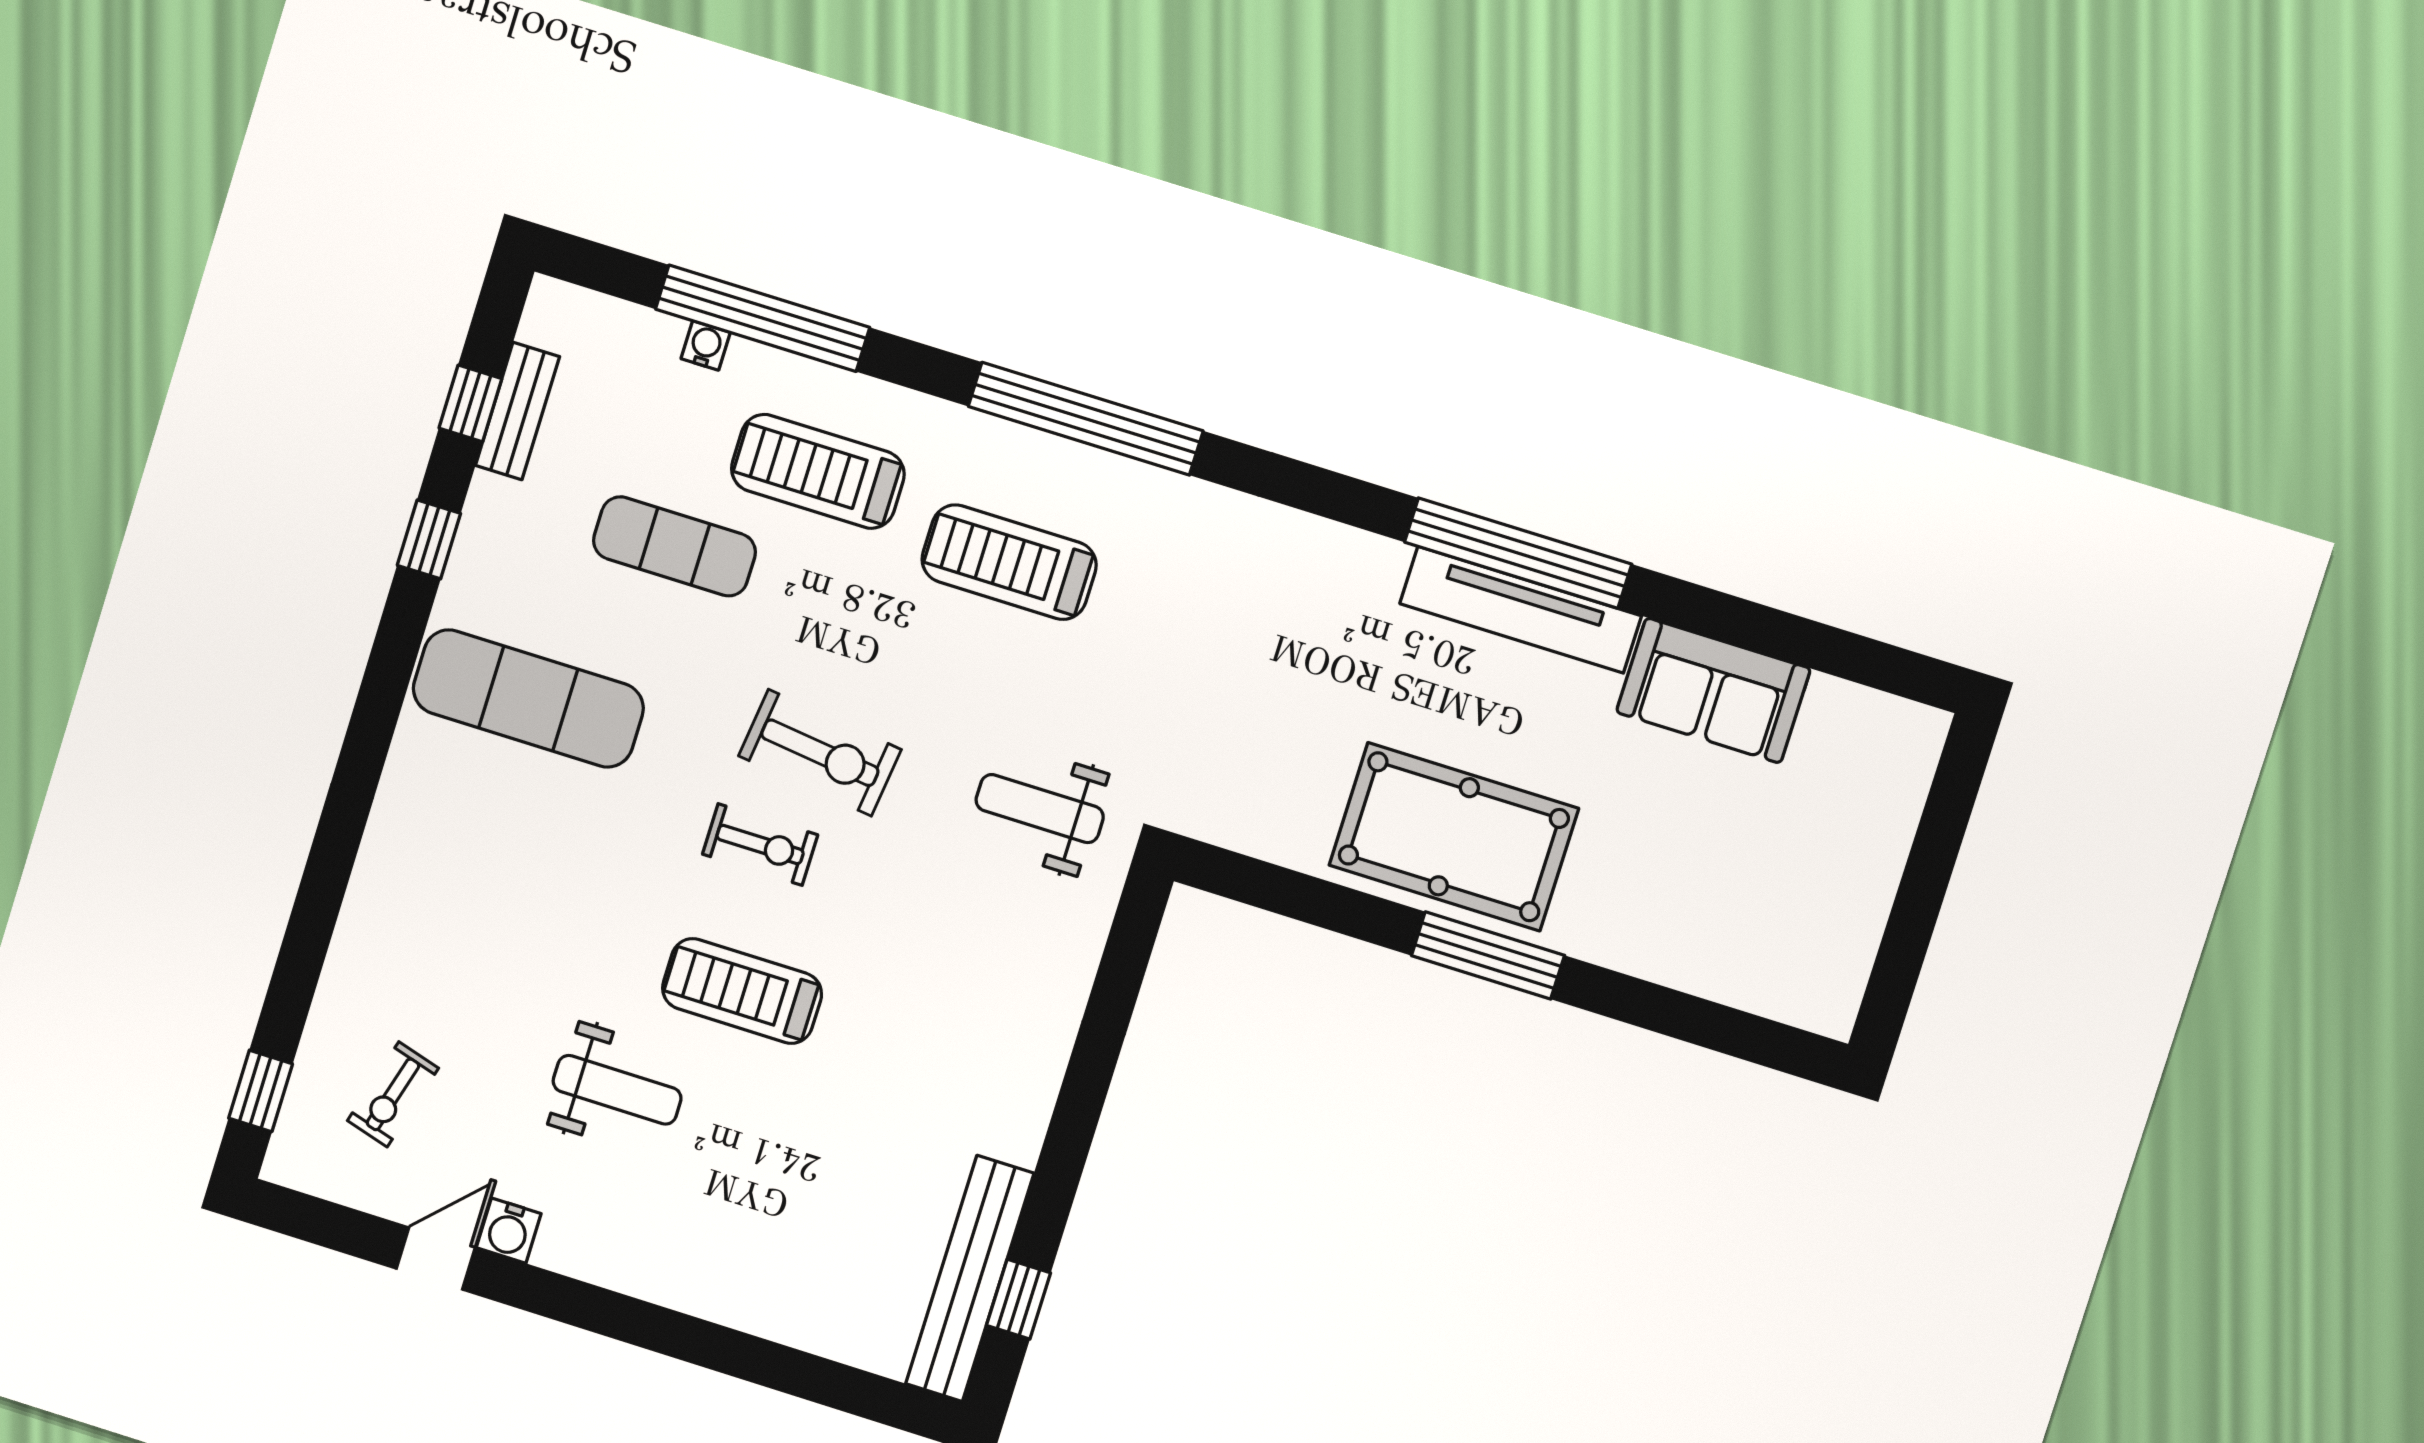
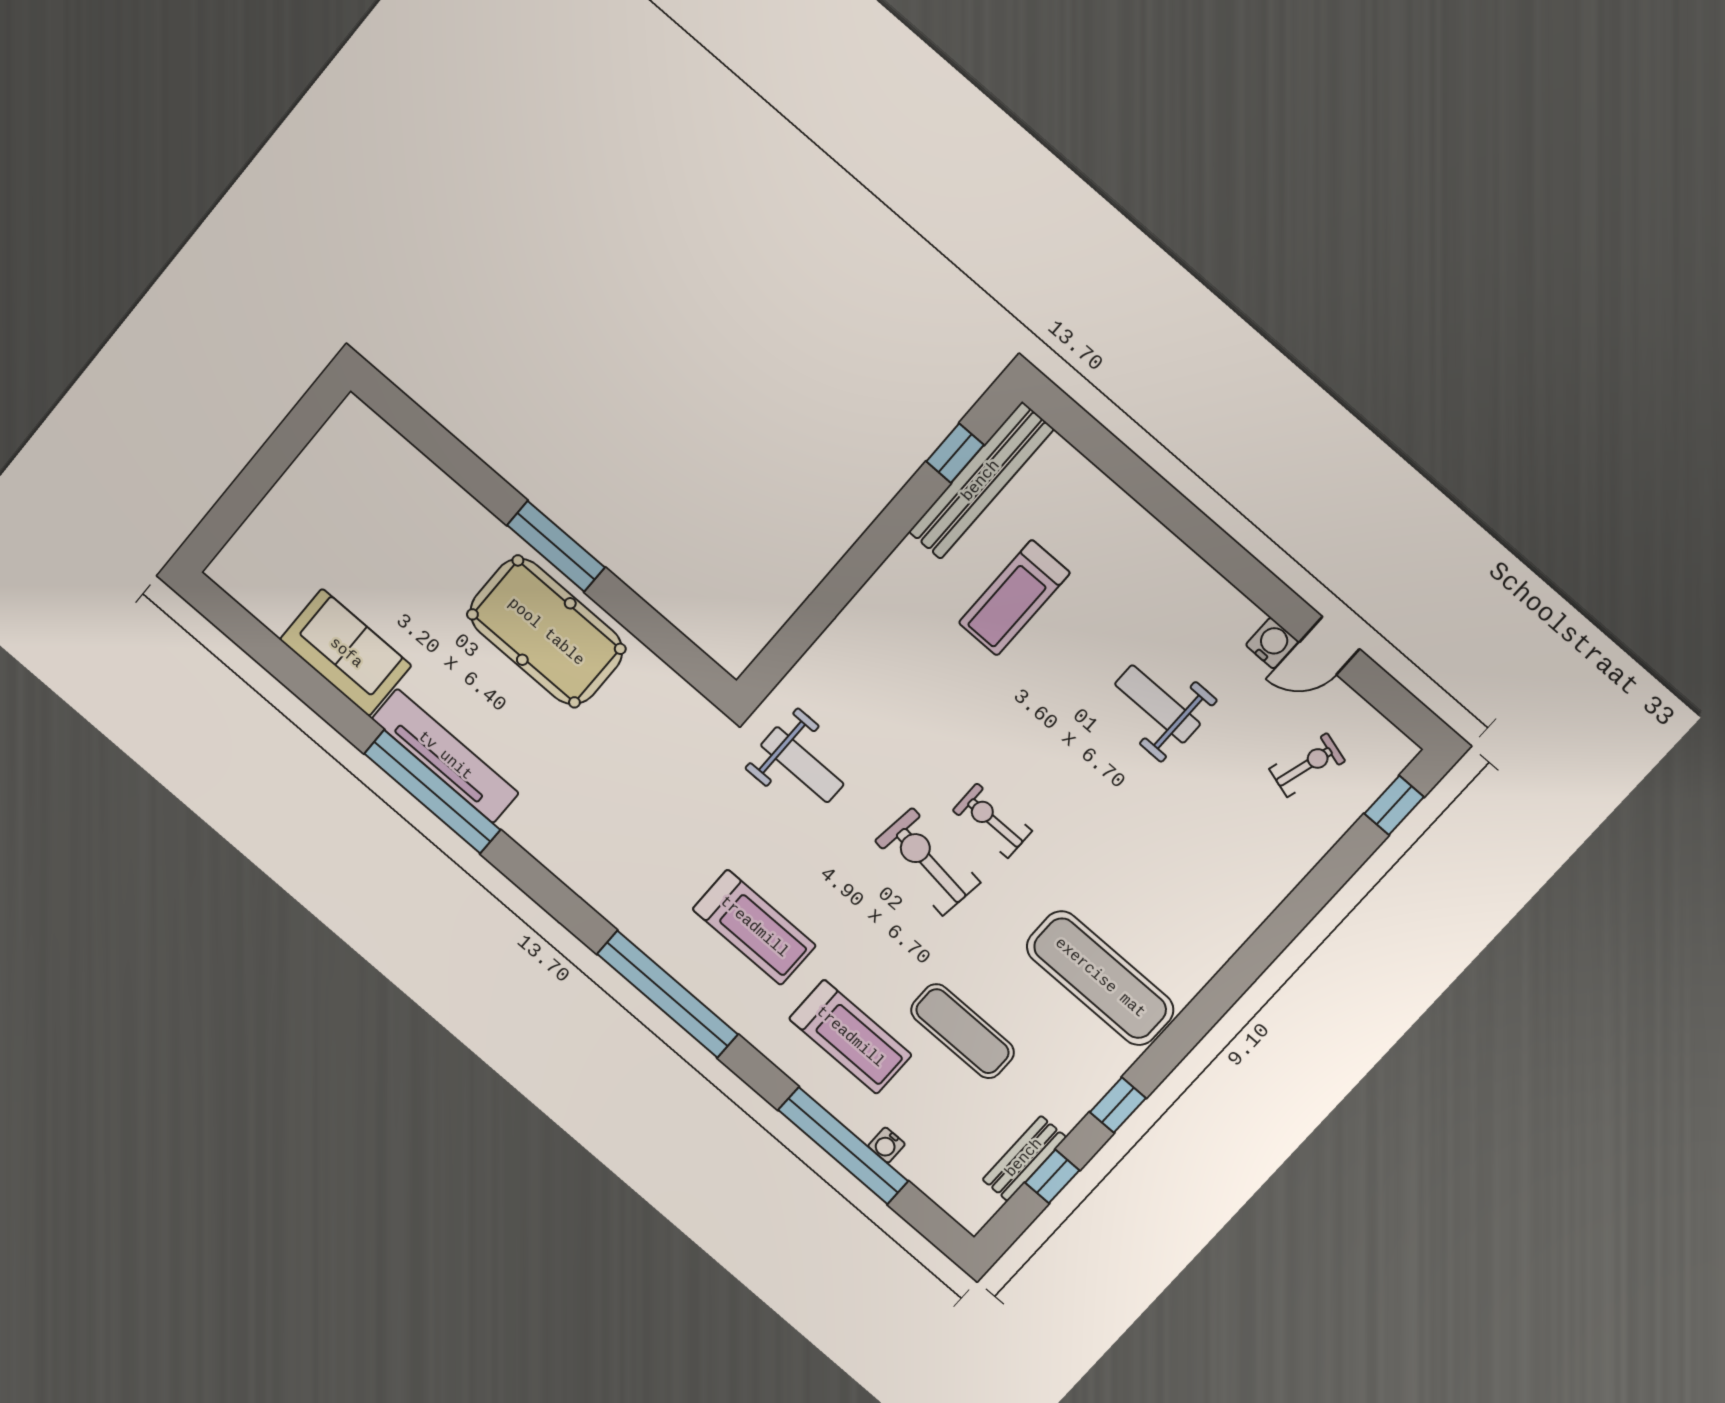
treadmill: (742, 991) -> (1014, 598), moved, turned 90

